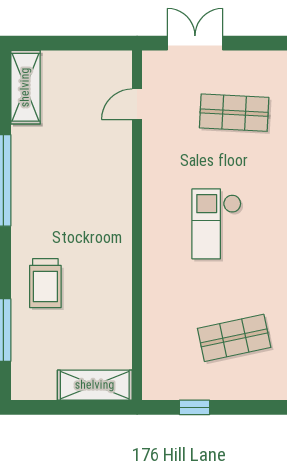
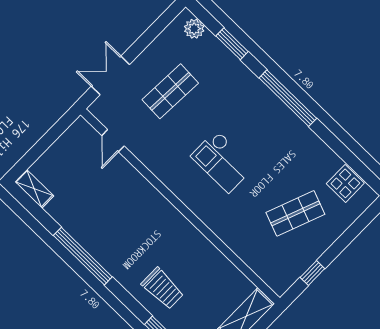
shelving: (25, 87) -> (34, 189), width x0.67, depth x0.75
shop shelf: (234, 338) -> (295, 213), turned 33

